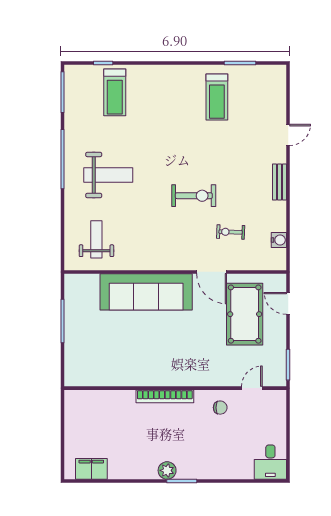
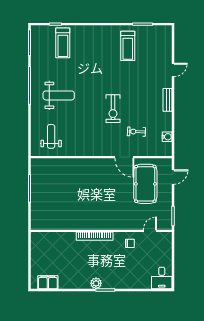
exercise bike: (194, 196) -> (113, 109), turned 90
sofa: (146, 292) -> (83, 170), removed
door: (288, 303) -> (173, 177), swing flipped

